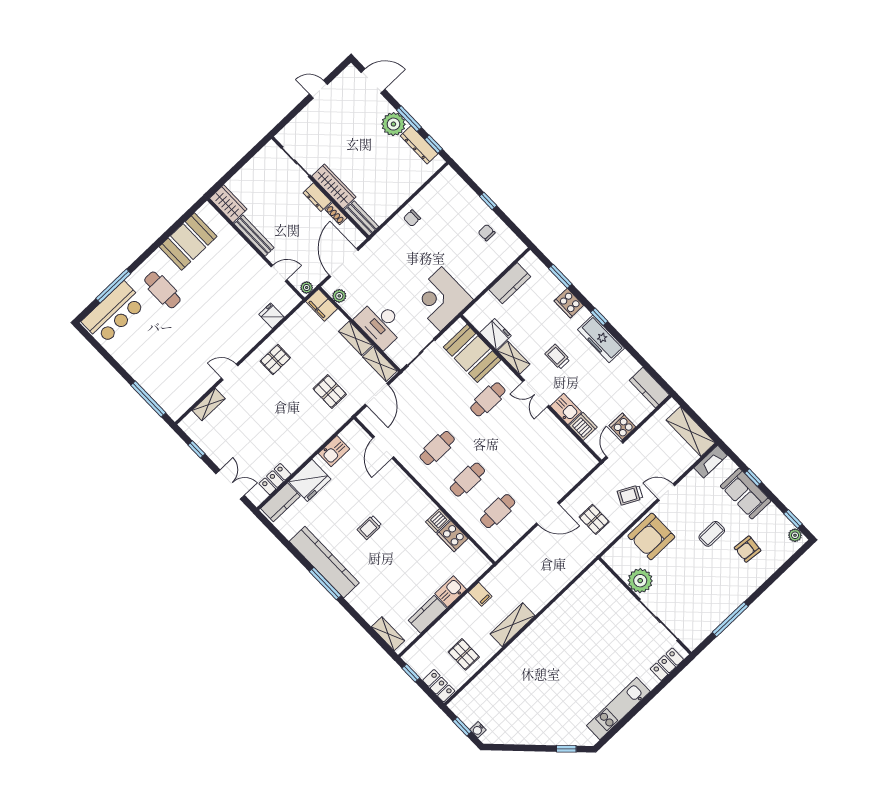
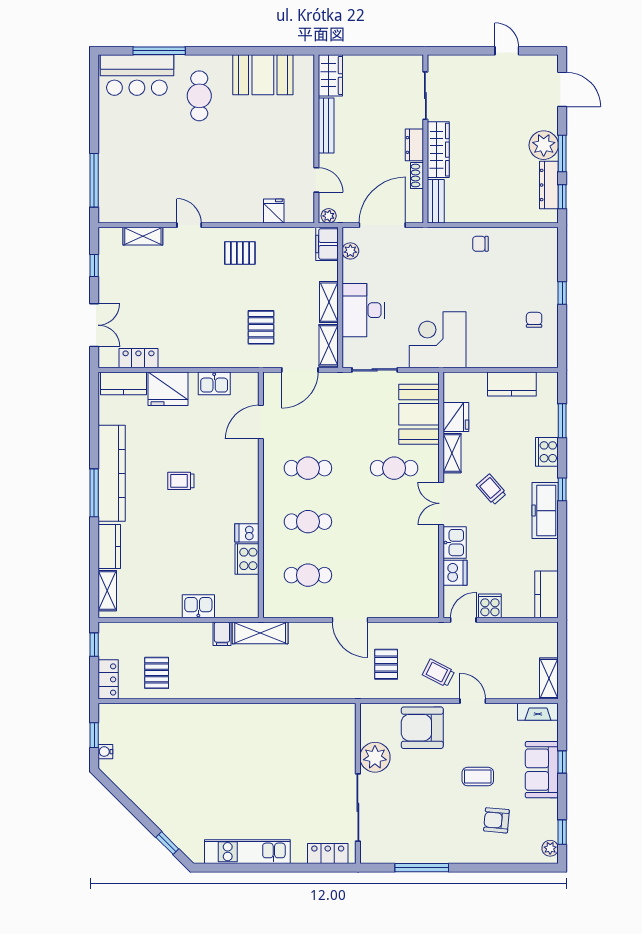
trolley: (557, 357) -> (491, 489), turned -41
shelving: (691, 431) -> (549, 679), width x0.67, depth x0.75
kitchen counter: (427, 614) -> (109, 547), moved, turned 90
shelving: (513, 625) -> (260, 633), moved

